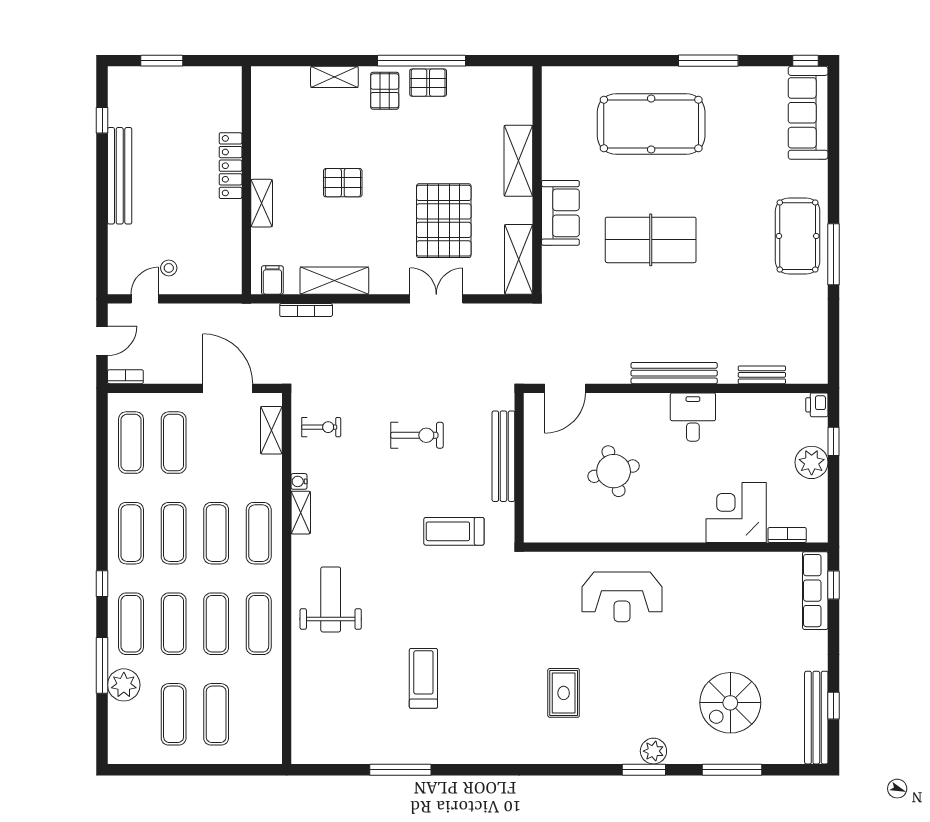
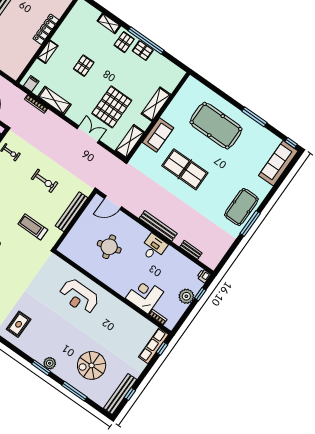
pallet: (343, 183) -> (84, 66), turned 90
rug: (564, 693) -> (19, 324), moved

